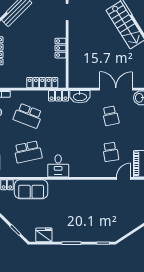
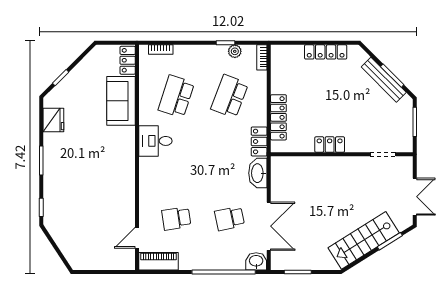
school desk: (28, 152) -> (176, 96), turned 30
door: (124, 178) -> (137, 238), swing flipped

